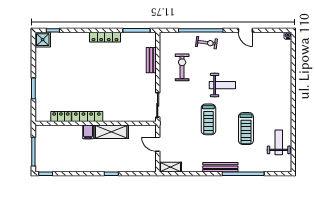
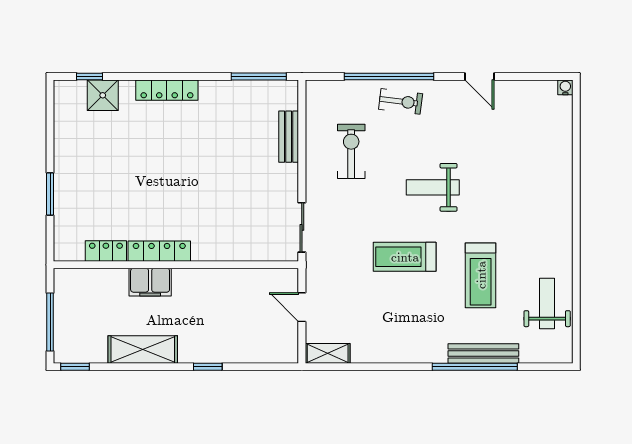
locker: (105, 37) -> (167, 90), moved
shower: (43, 40) -> (103, 95), moved
weight bench: (222, 85) -> (433, 187), turned 180
treadmill: (208, 119) -> (405, 257), turned 90
filing cabinet: (88, 132) -> (150, 282), width x2.00
shelving: (111, 132) -> (143, 350), moved
bench: (220, 167) -> (483, 354), moved

